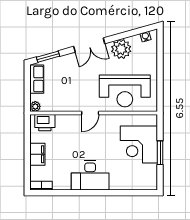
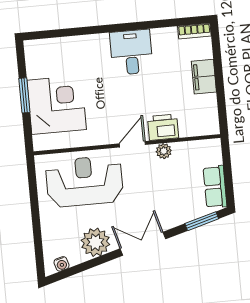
plant: (35, 106) -> (164, 151), moved
printer: (45, 123) -> (163, 127), moved
desk: (90, 175) -> (131, 52), width x0.73

